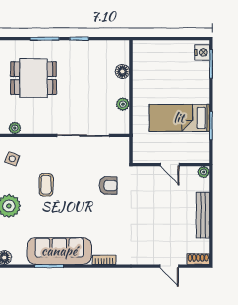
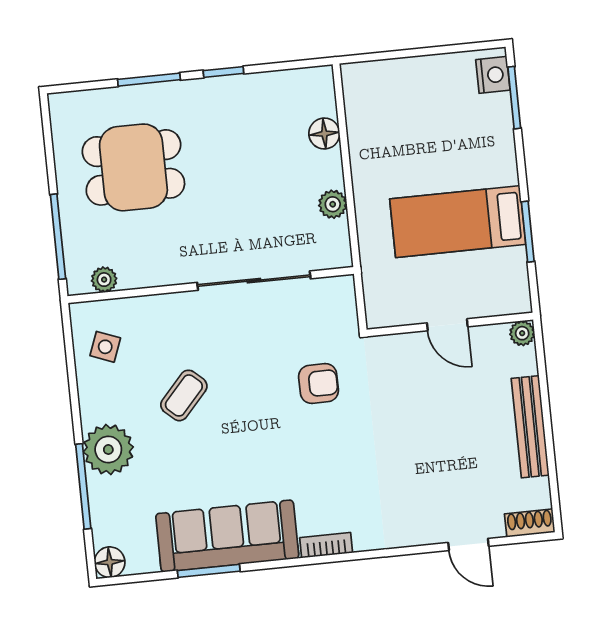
coffee table: (46, 185) -> (184, 395), turned 42

